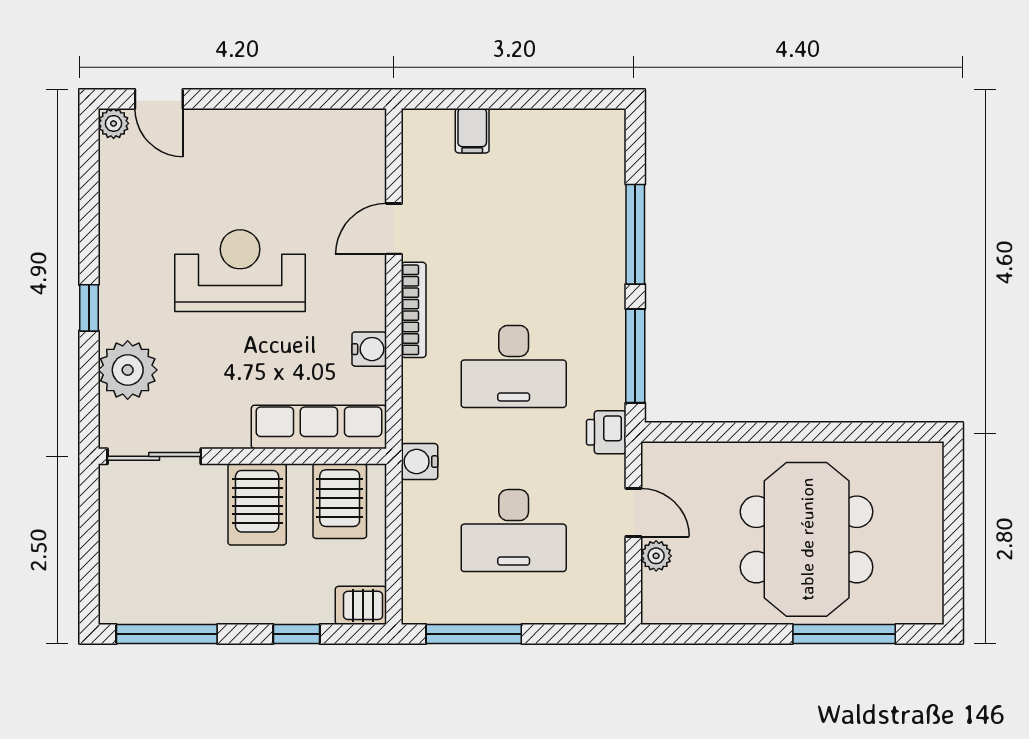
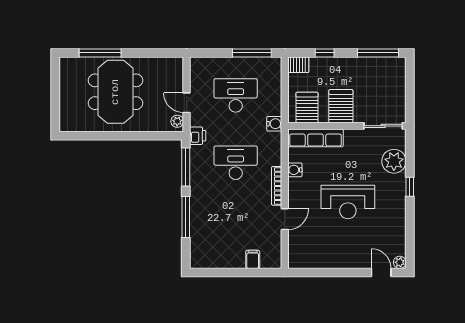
plant: (656, 556) -> (177, 121), moved

